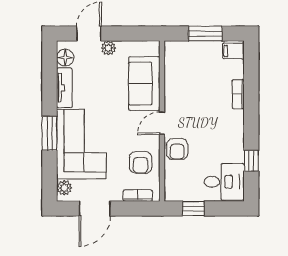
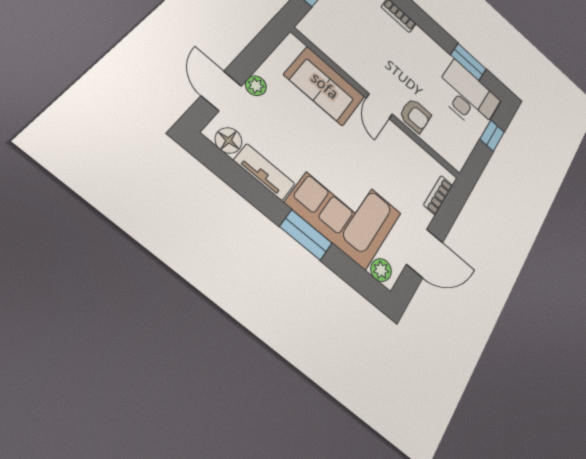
window: (251, 161) -> (468, 62), width x1.50
armchair: (141, 162) -> (406, 162), removed
desk: (224, 182) -> (467, 96), width x1.37
door: (95, 209) -> (425, 253), hinge flipped
window: (193, 209) -> (492, 136), moved

